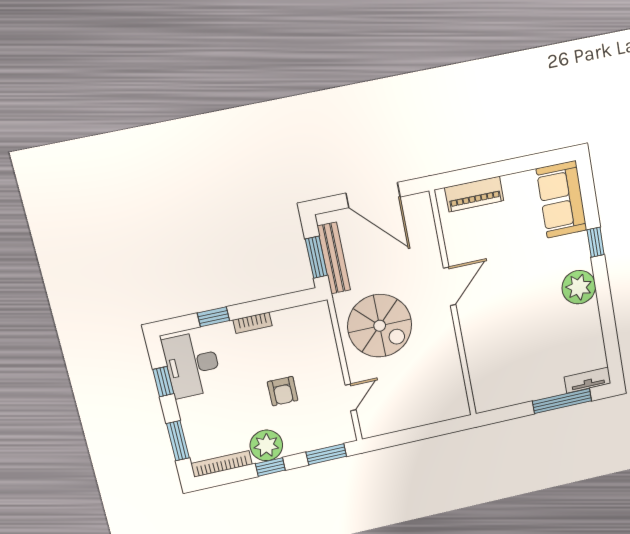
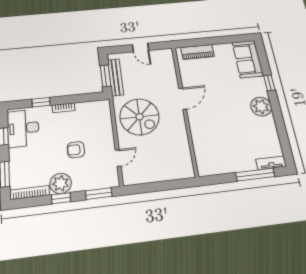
door: (373, 195) -> (140, 48), width x0.53
armchair: (283, 391) -> (76, 150), turned 90

